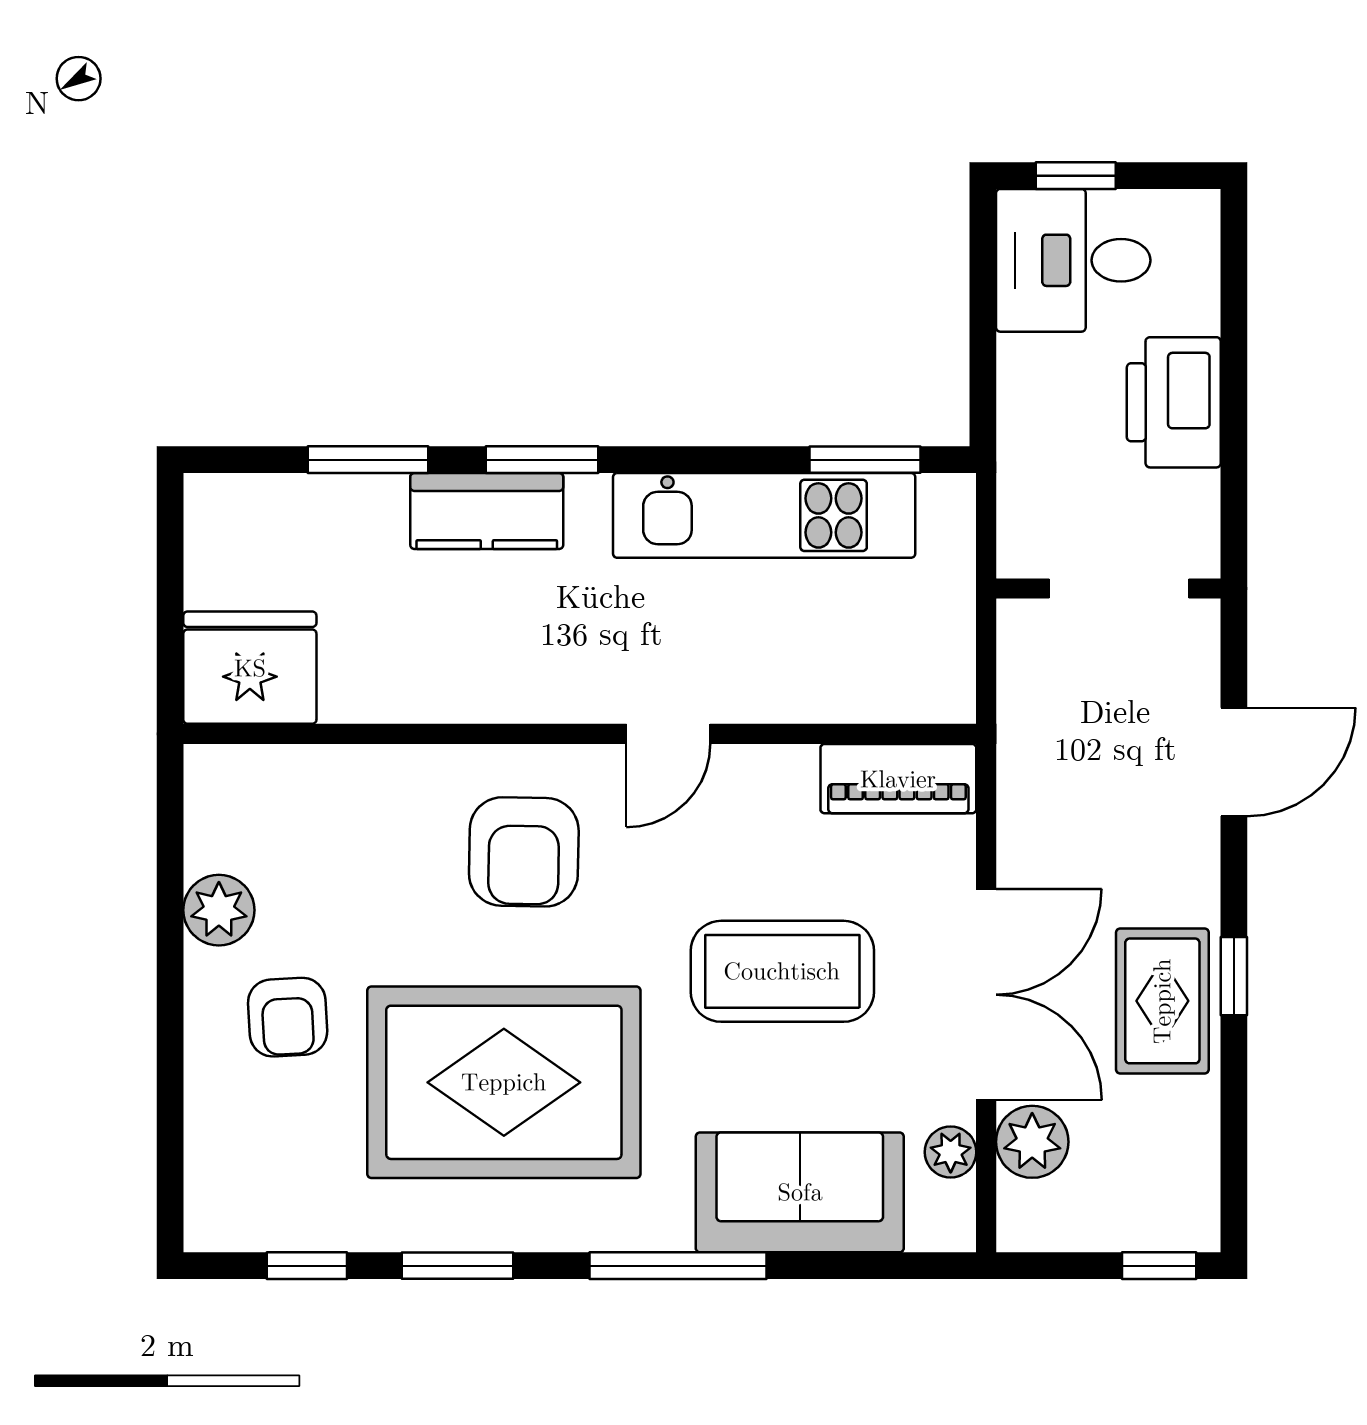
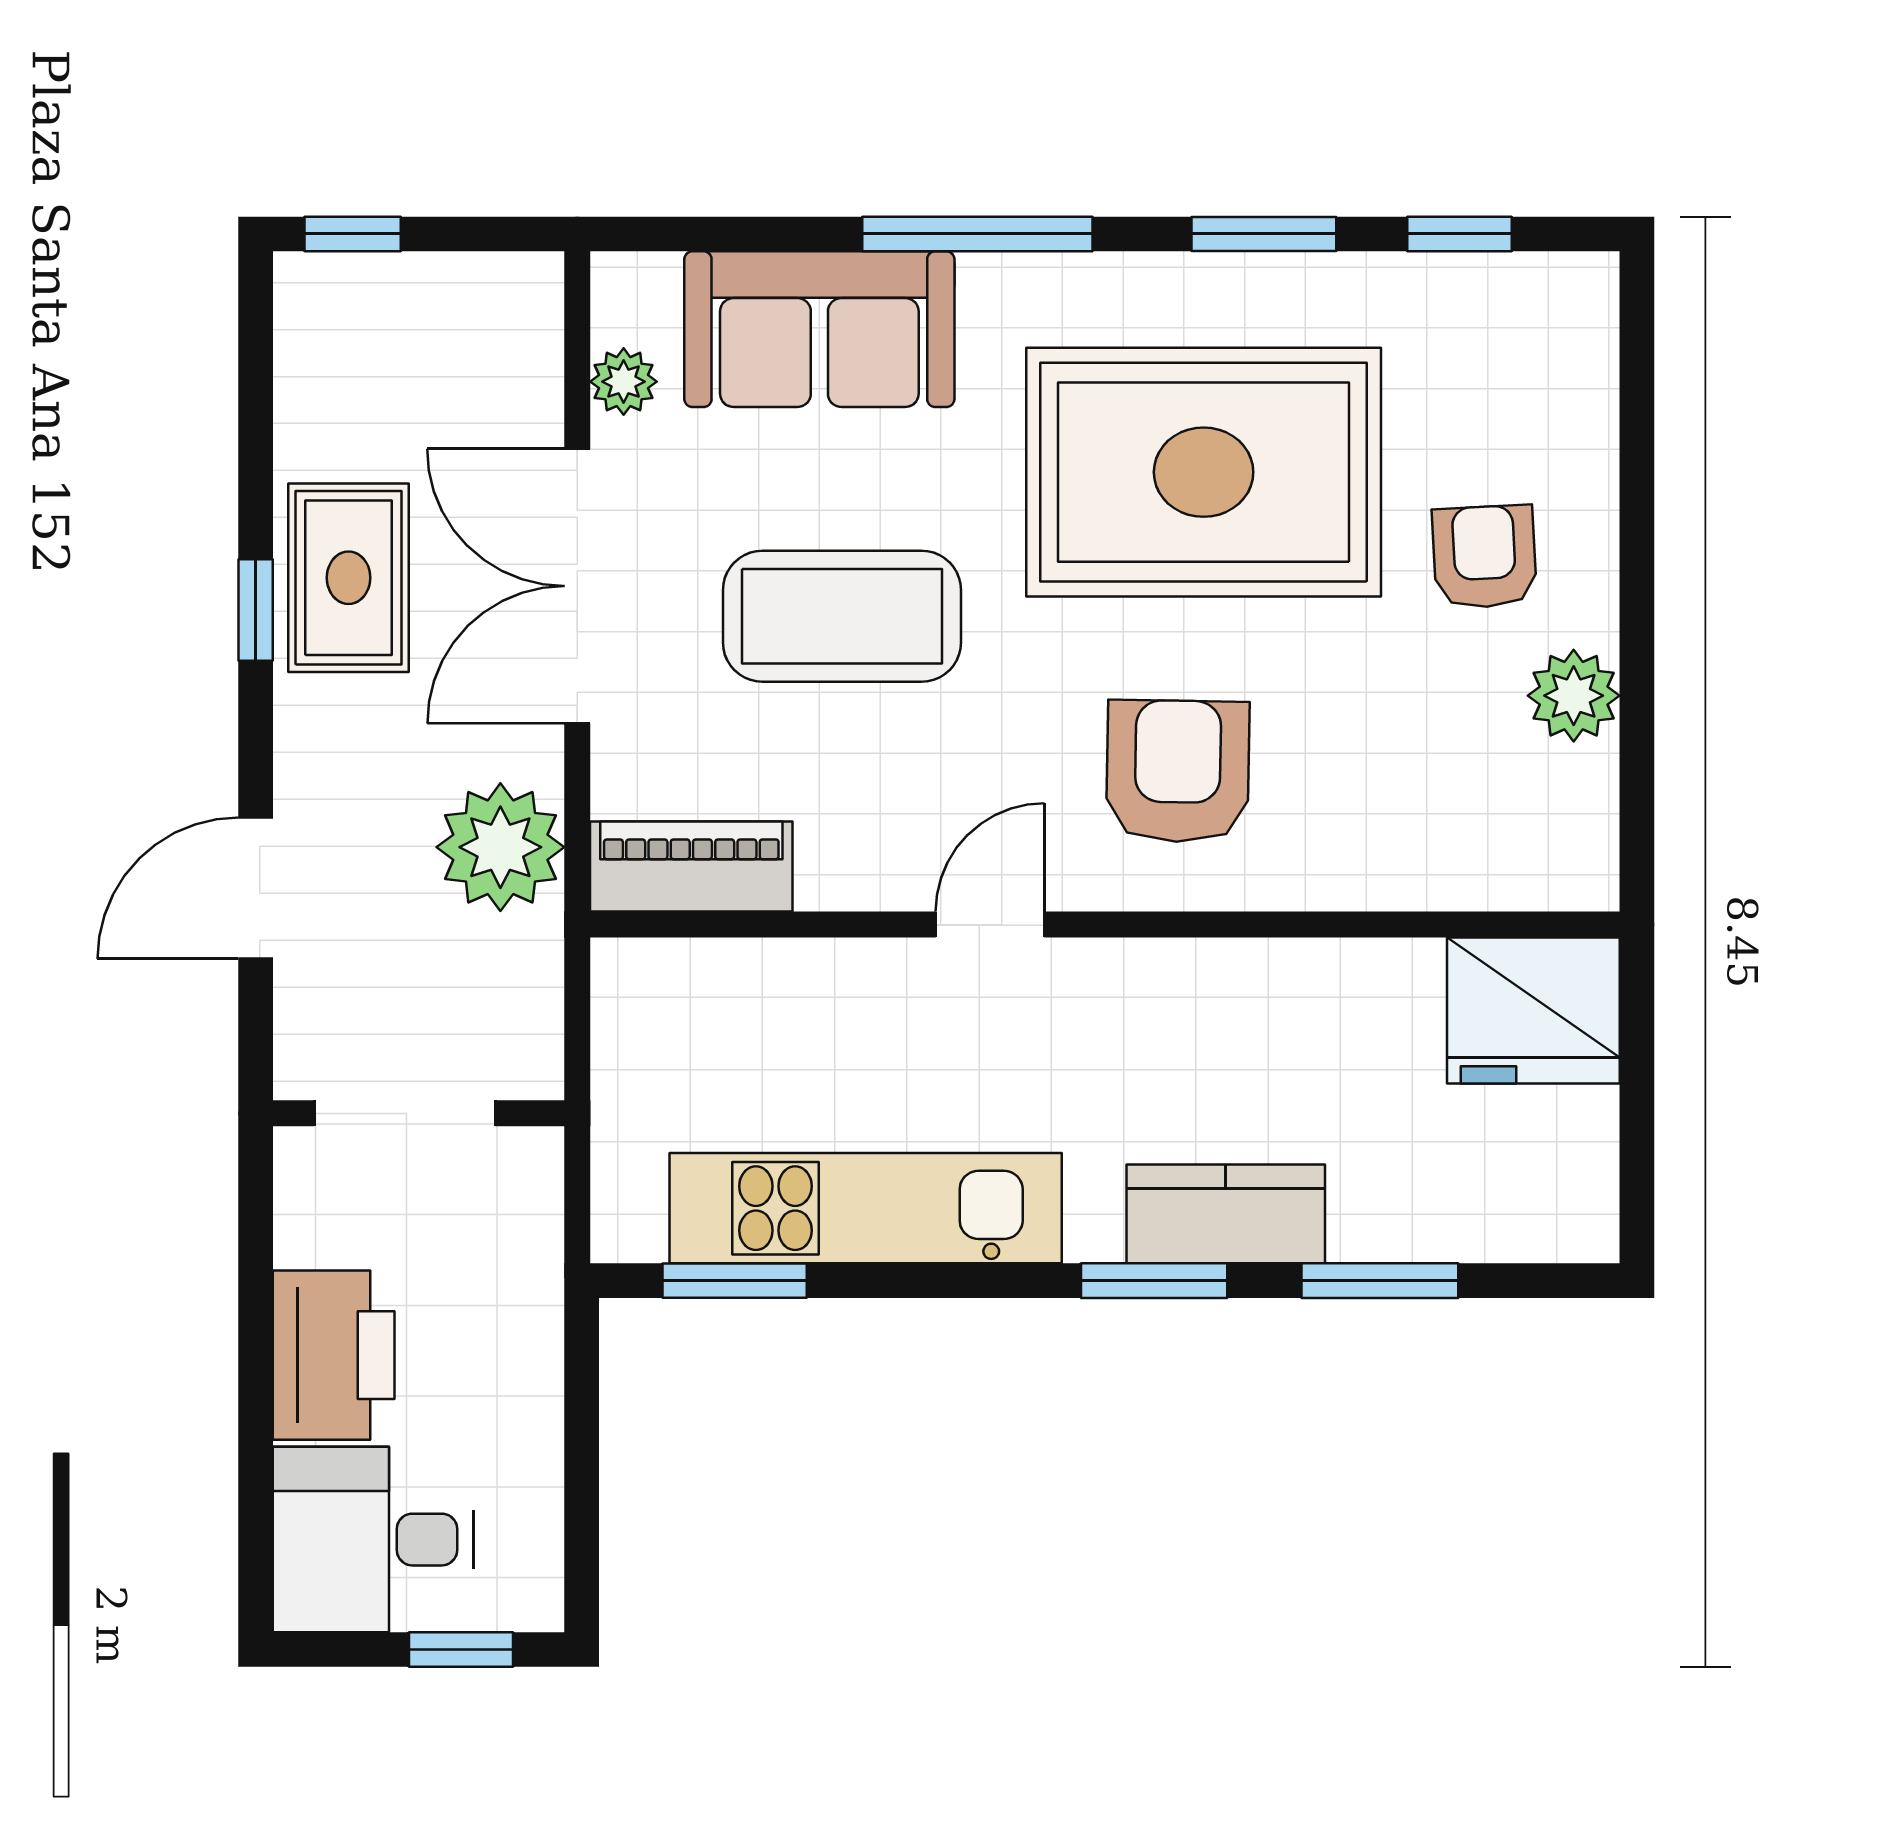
desk: (1073, 260) -> (373, 1540), moved, turned 180
plant: (1032, 1142) -> (500, 847), moved, width x1.36, depth x1.36

